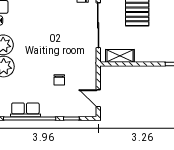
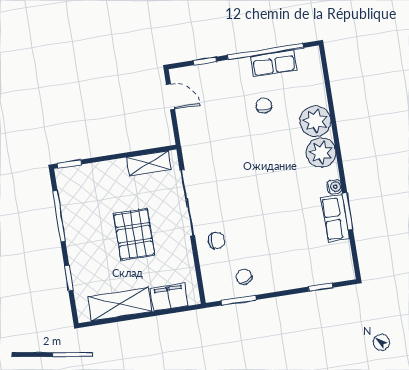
chair: (59, 80) -> (264, 105), moved

